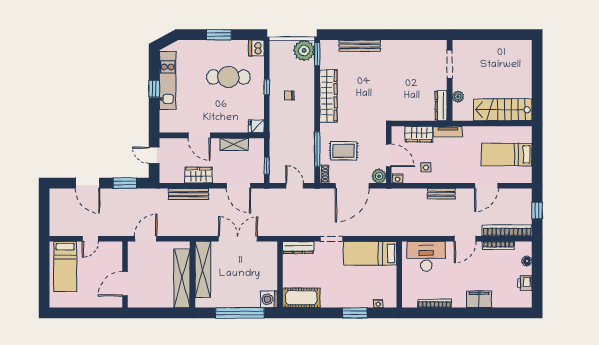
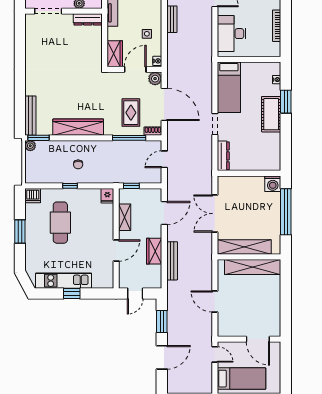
bench: (360, 46) -> (30, 116), moved
plant: (304, 50) -> (30, 146), width x0.53, depth x0.53
wardrobe: (419, 134) -> (115, 54), moved
window: (267, 166) -> (131, 186), moved
wall: (125, 274) -> (249, 339), moved
door: (125, 284) -> (258, 339), moved
cot: (301, 298) -> (271, 114), moved

